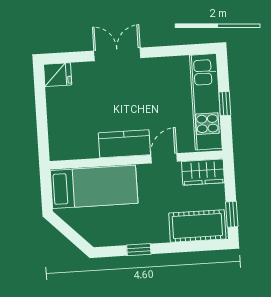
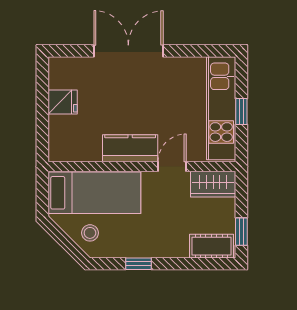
double door: (117, 54) -> (128, 51), width x1.37
fridge: (58, 75) -> (63, 102), moved
stool: (92, 224) -> (90, 233), added
cot: (197, 226) -> (211, 246), width x0.73, depth x0.75

